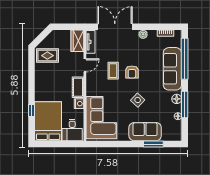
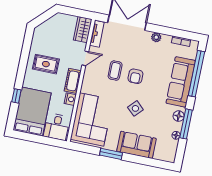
rug: (47, 56) -> (46, 64), moved
window: (153, 144) -> (111, 154), moved

